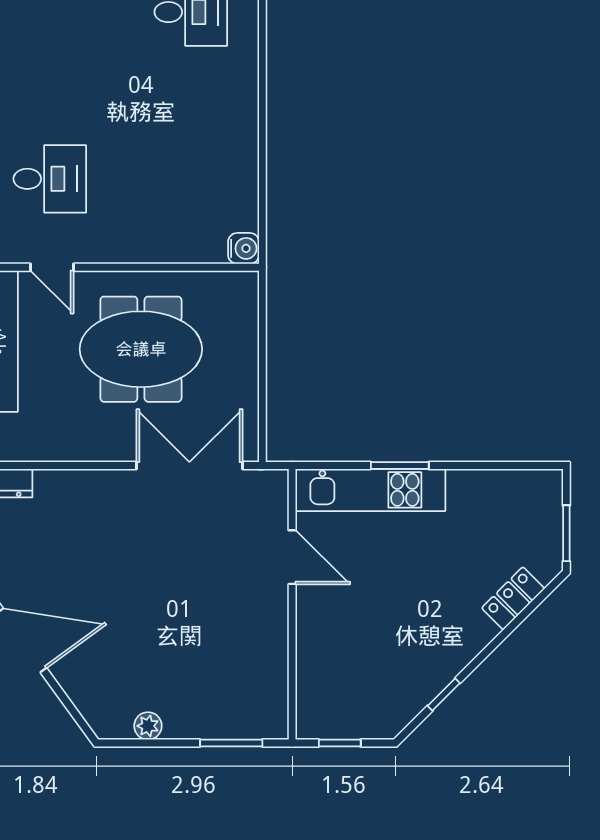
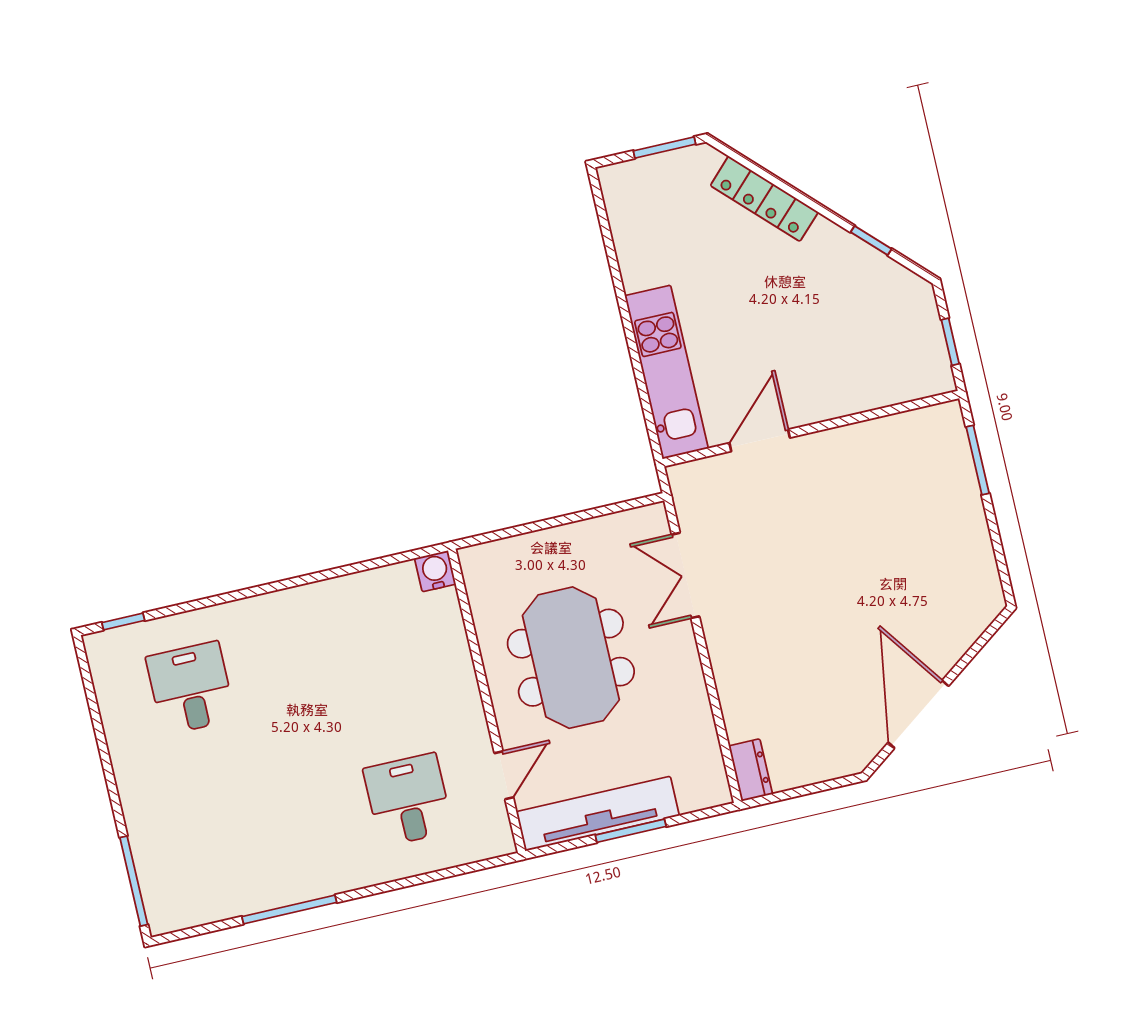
double door: (189, 465) -> (685, 575), width x0.73
window: (400, 465) -> (633, 346), removed
locker: (513, 598) -> (764, 199), width x1.53
plant: (148, 726) -> (980, 555), removed

